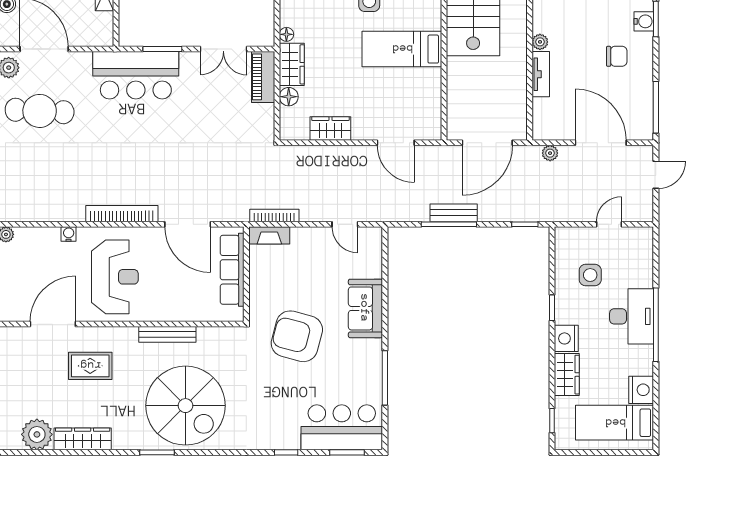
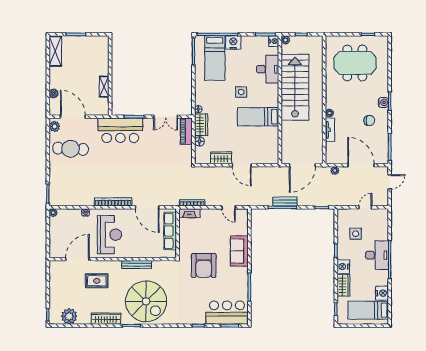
door: (396, 143) -> (242, 165), moved
armchair: (297, 336) -> (204, 265), turned -105
wardrobe: (83, 439) -> (106, 319), moved

